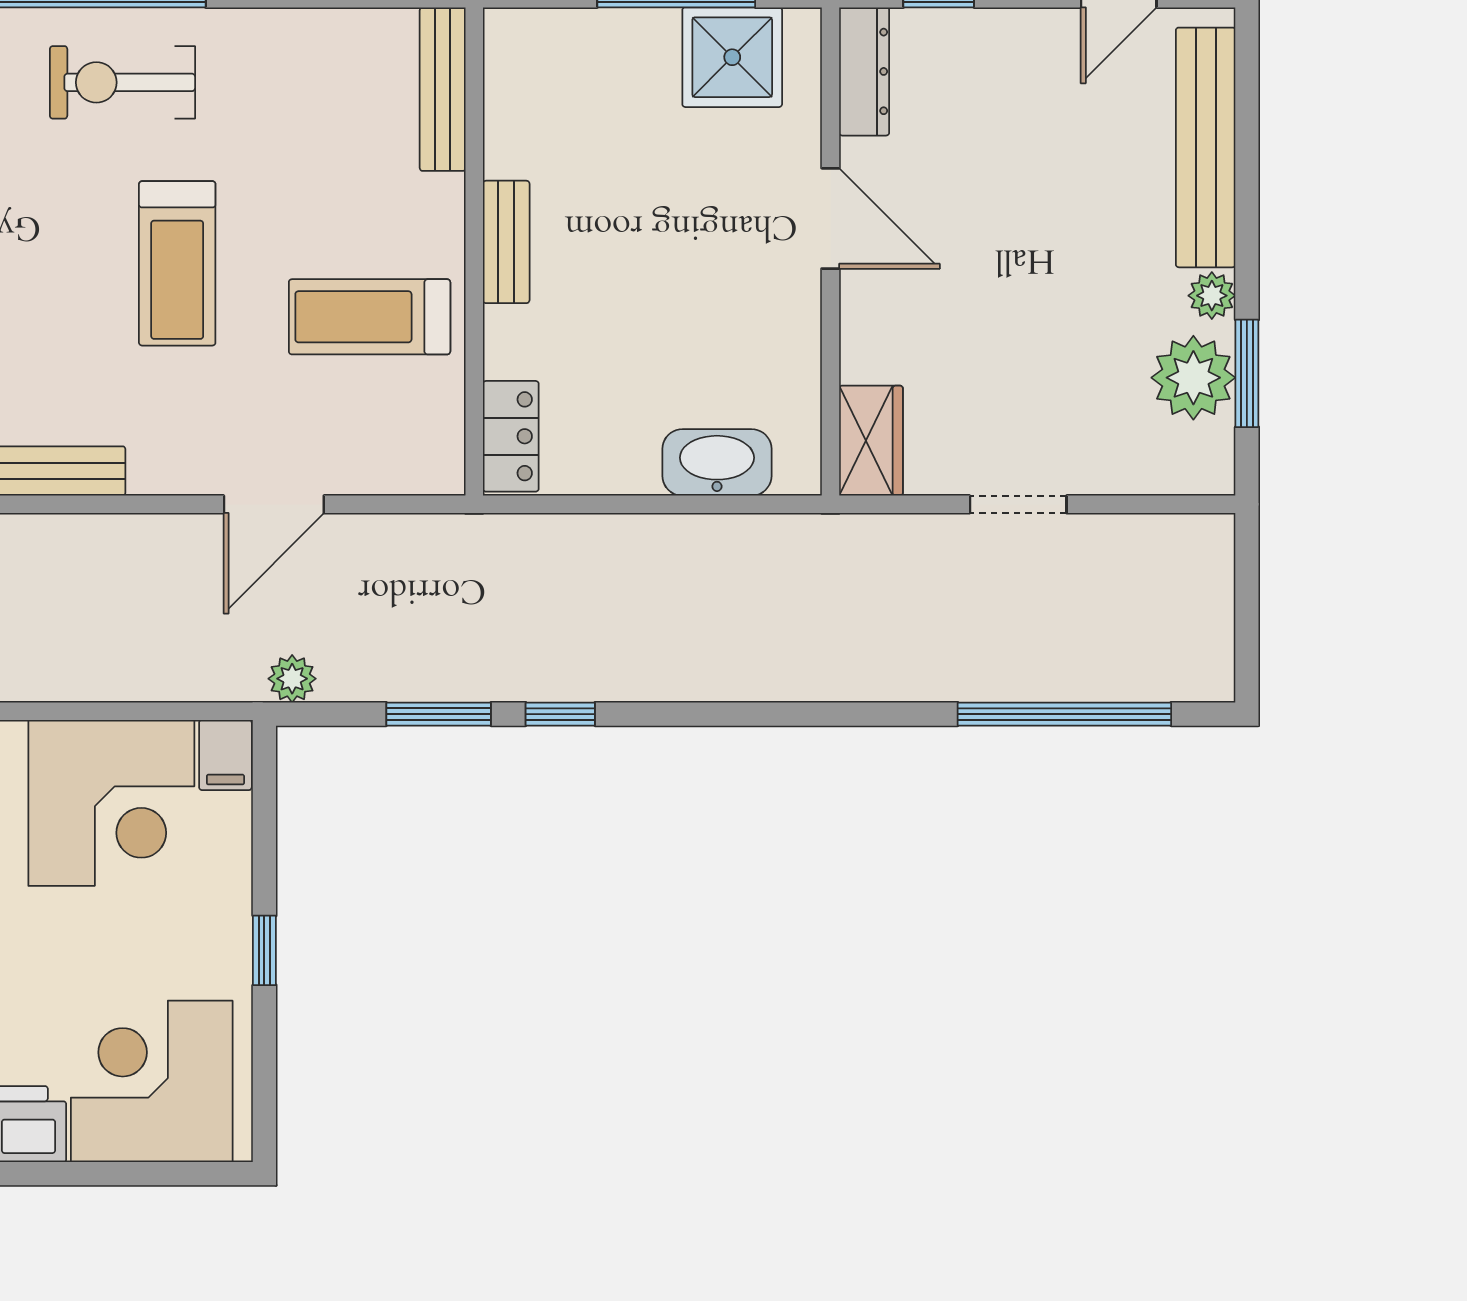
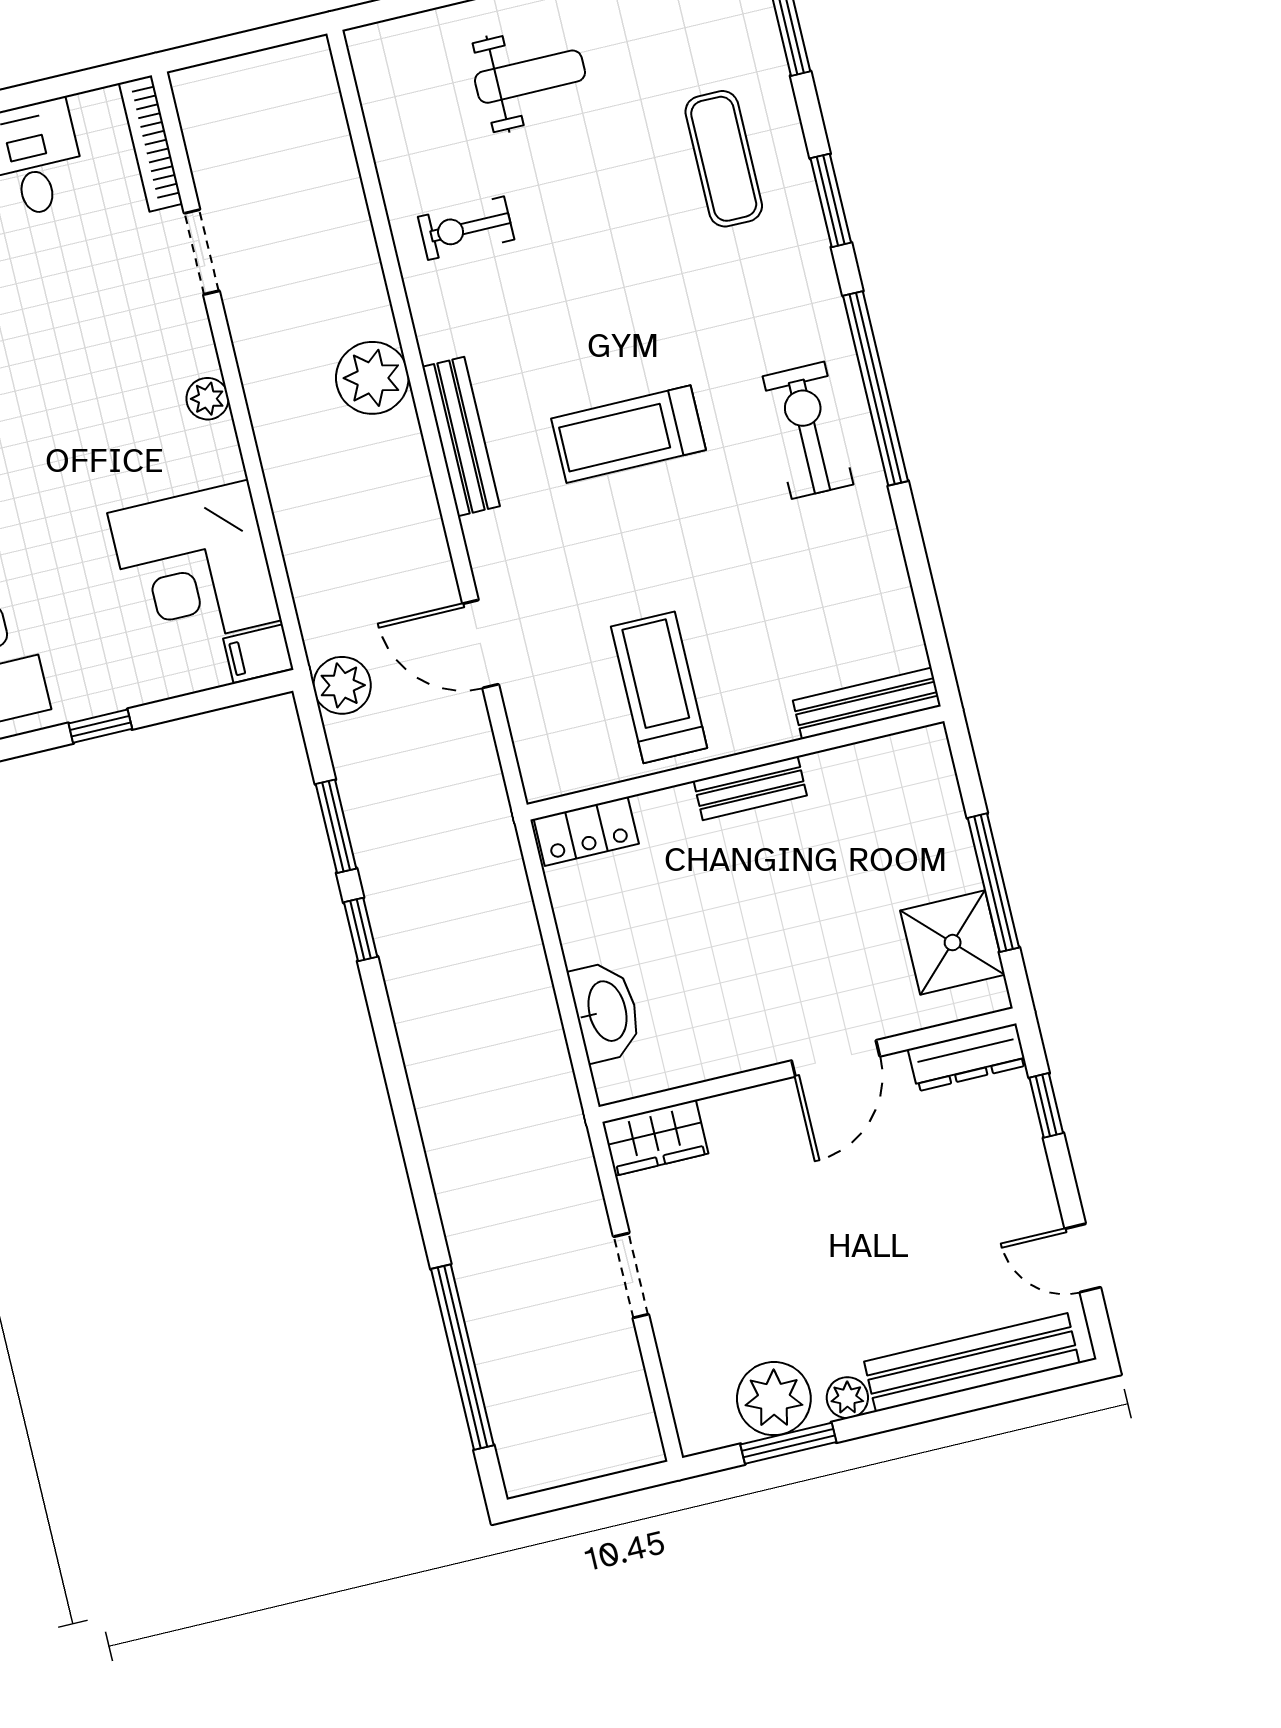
treadmill: (177, 263) -> (629, 434), moved
plant: (292, 679) -> (342, 685), width x1.38, depth x1.38

